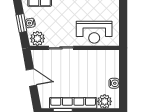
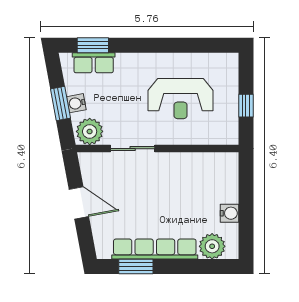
window: (123, 24) -> (246, 106), added
reception desk: (94, 32) -> (180, 99), moved

